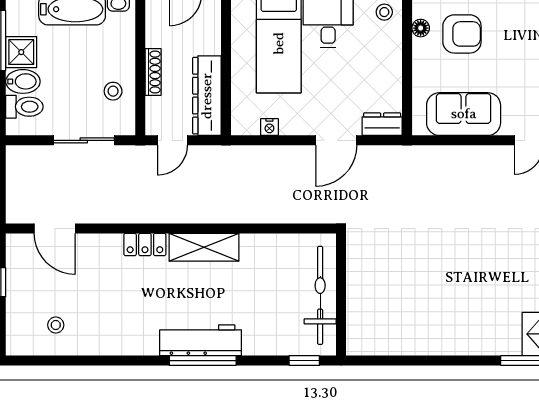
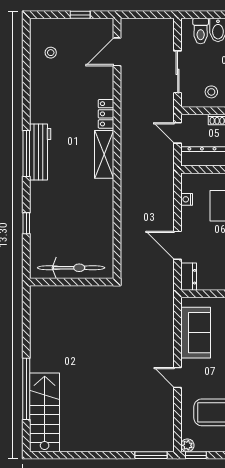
wall: (341, 294) -> (72, 282), moved
bicycle: (320, 295) -> (71, 268), moved

